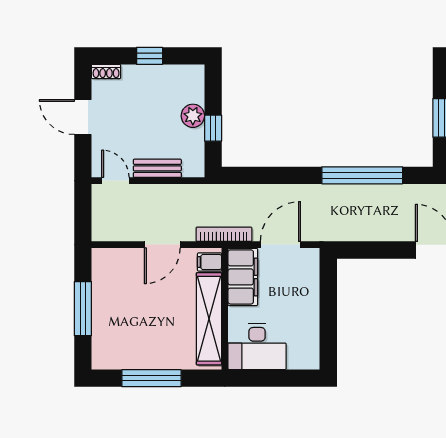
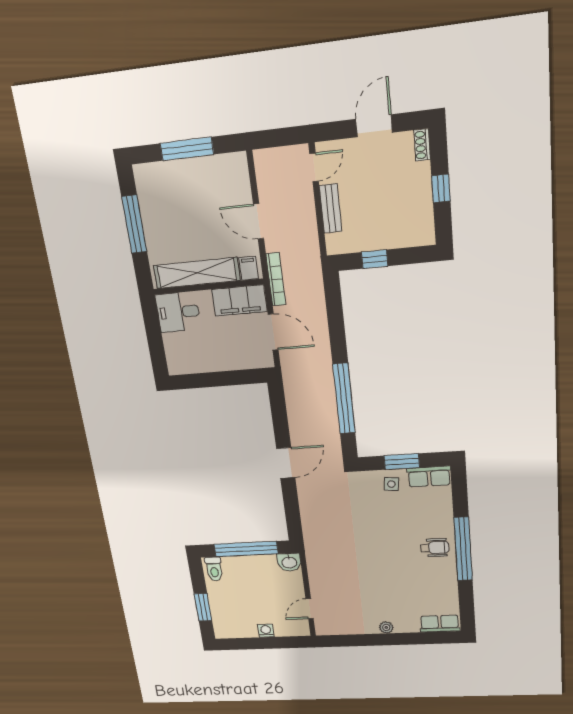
plant: (193, 116) -> (385, 238), removed
desk: (257, 347) -> (178, 312), width x0.73

